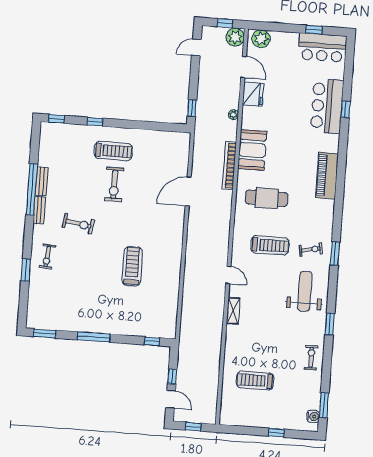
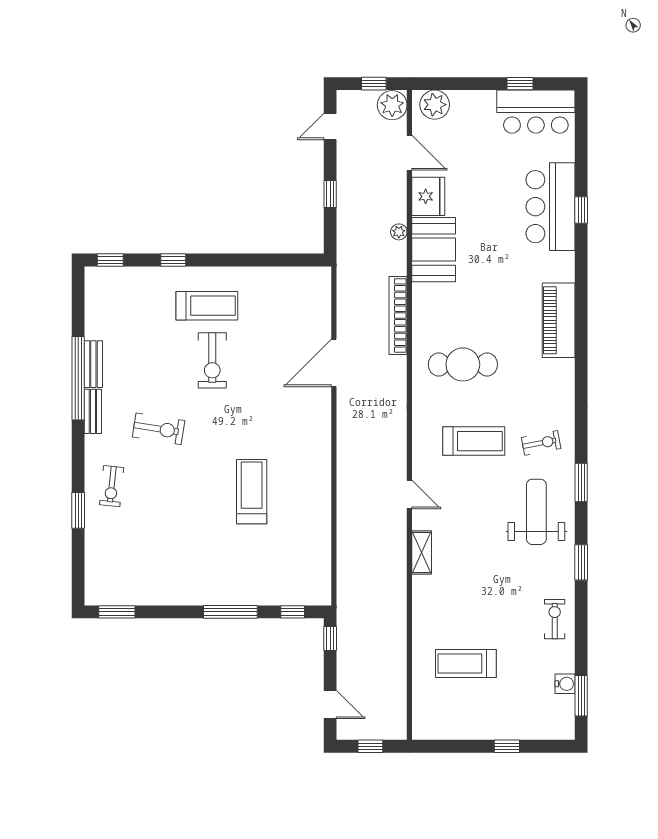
window: (192, 108) -> (330, 194), moved
booth: (252, 150) -> (434, 250), moved
window: (335, 254) -> (581, 483), moved
window: (94, 337) -> (230, 612), moved
window: (172, 376) -> (330, 638), moved
water cooler: (313, 416) -> (565, 684), moved

